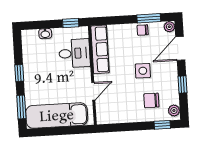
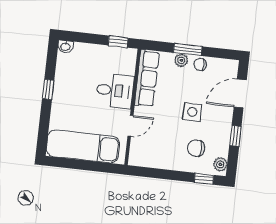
window: (149, 18) -> (188, 50), moved
plant: (169, 27) -> (181, 60), moved
washbasin: (45, 34) -> (65, 46), moved
desk: (74, 53) -> (115, 91), moved
window: (21, 107) -> (44, 129), removed

